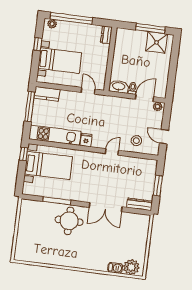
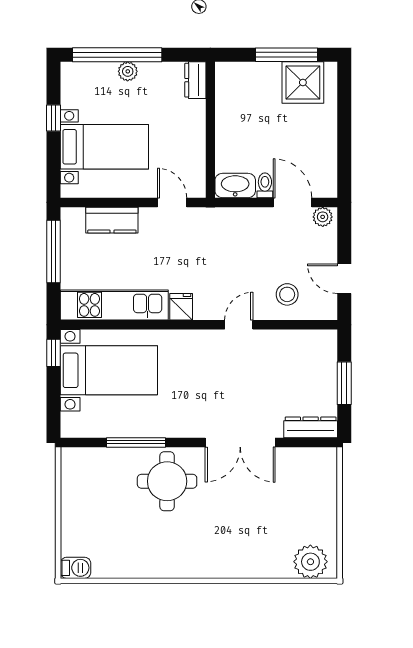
plant: (52, 24) -> (128, 71), moved
kitchen counter: (47, 94) -> (112, 220), moved
door: (144, 98) -> (293, 202), hinge flipped
barbecue: (115, 268) -> (76, 568), moved

